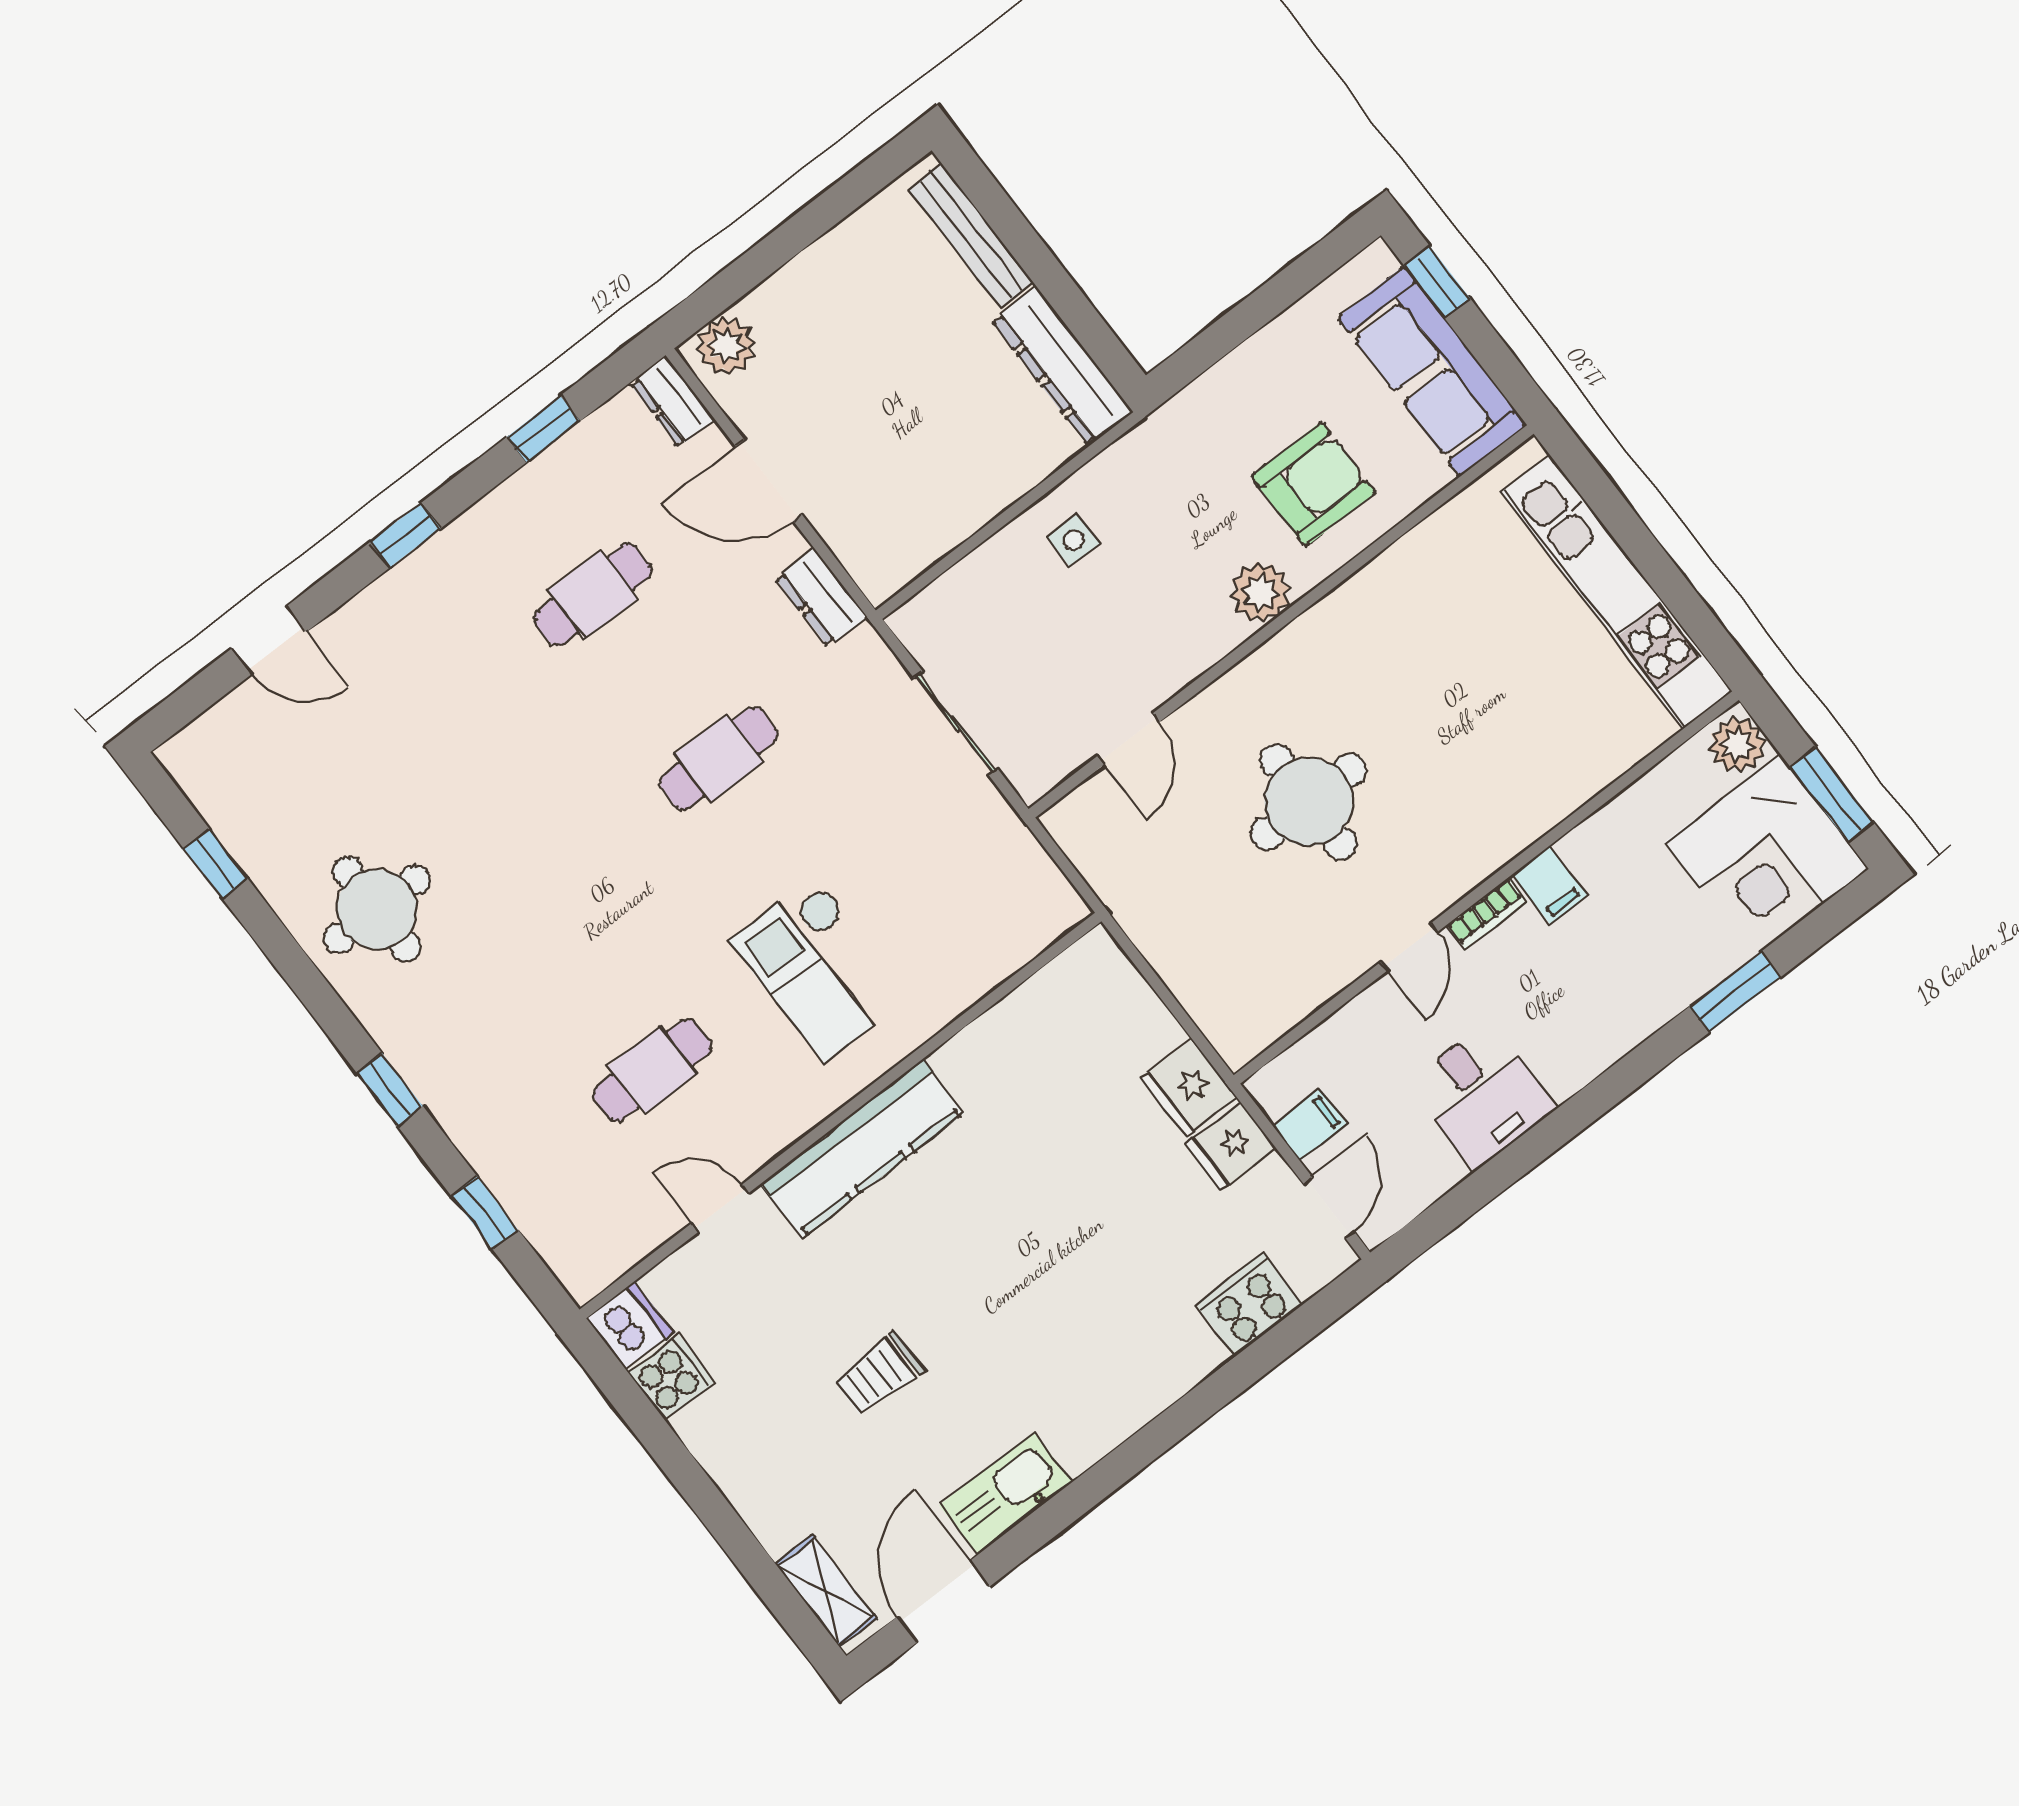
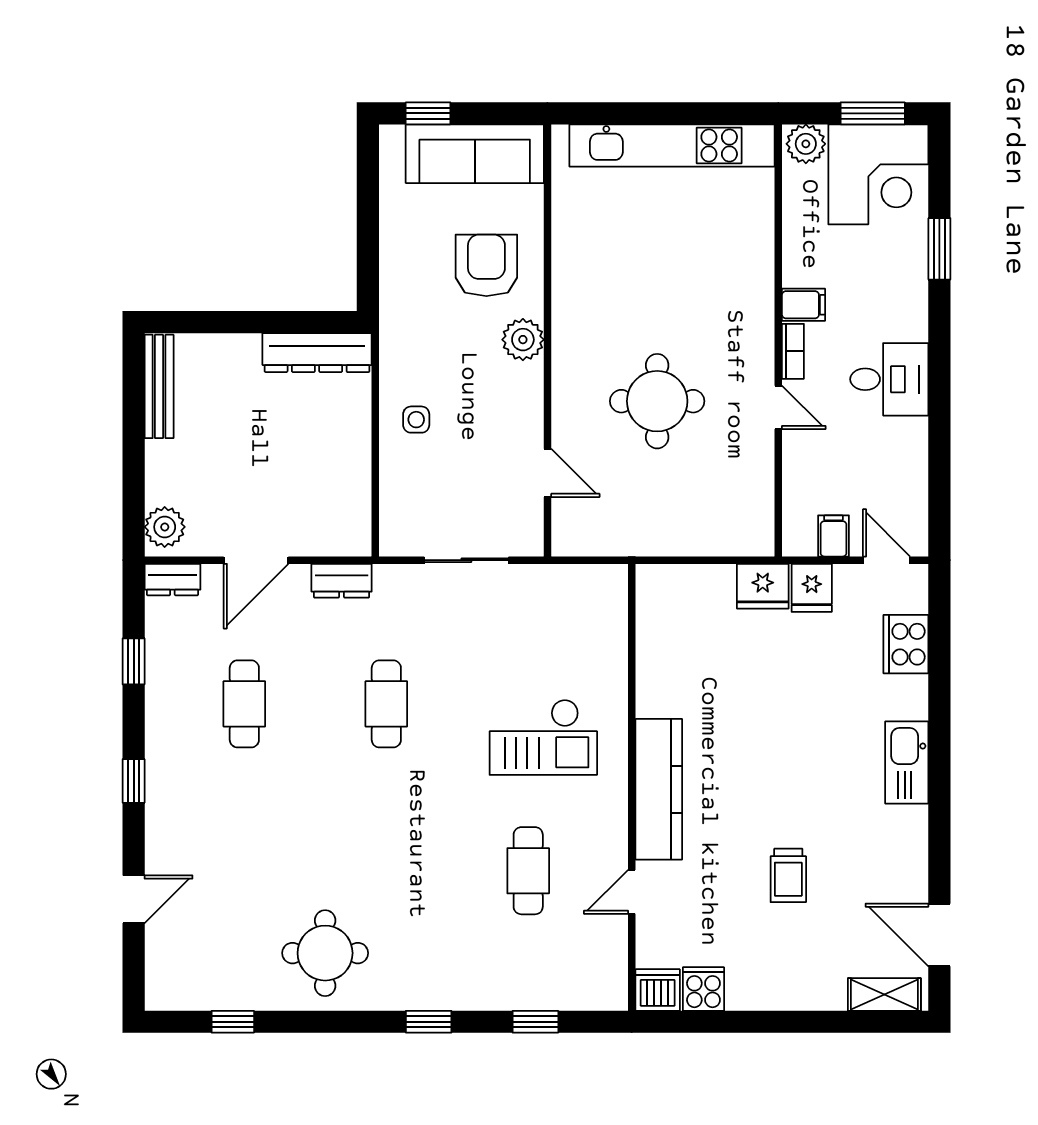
bench: (971, 236) -> (159, 386), moved, turned 90
desk: (1482, 1095) -> (889, 379), moved
kitchen sink: (1006, 1494) -> (907, 762), moved

